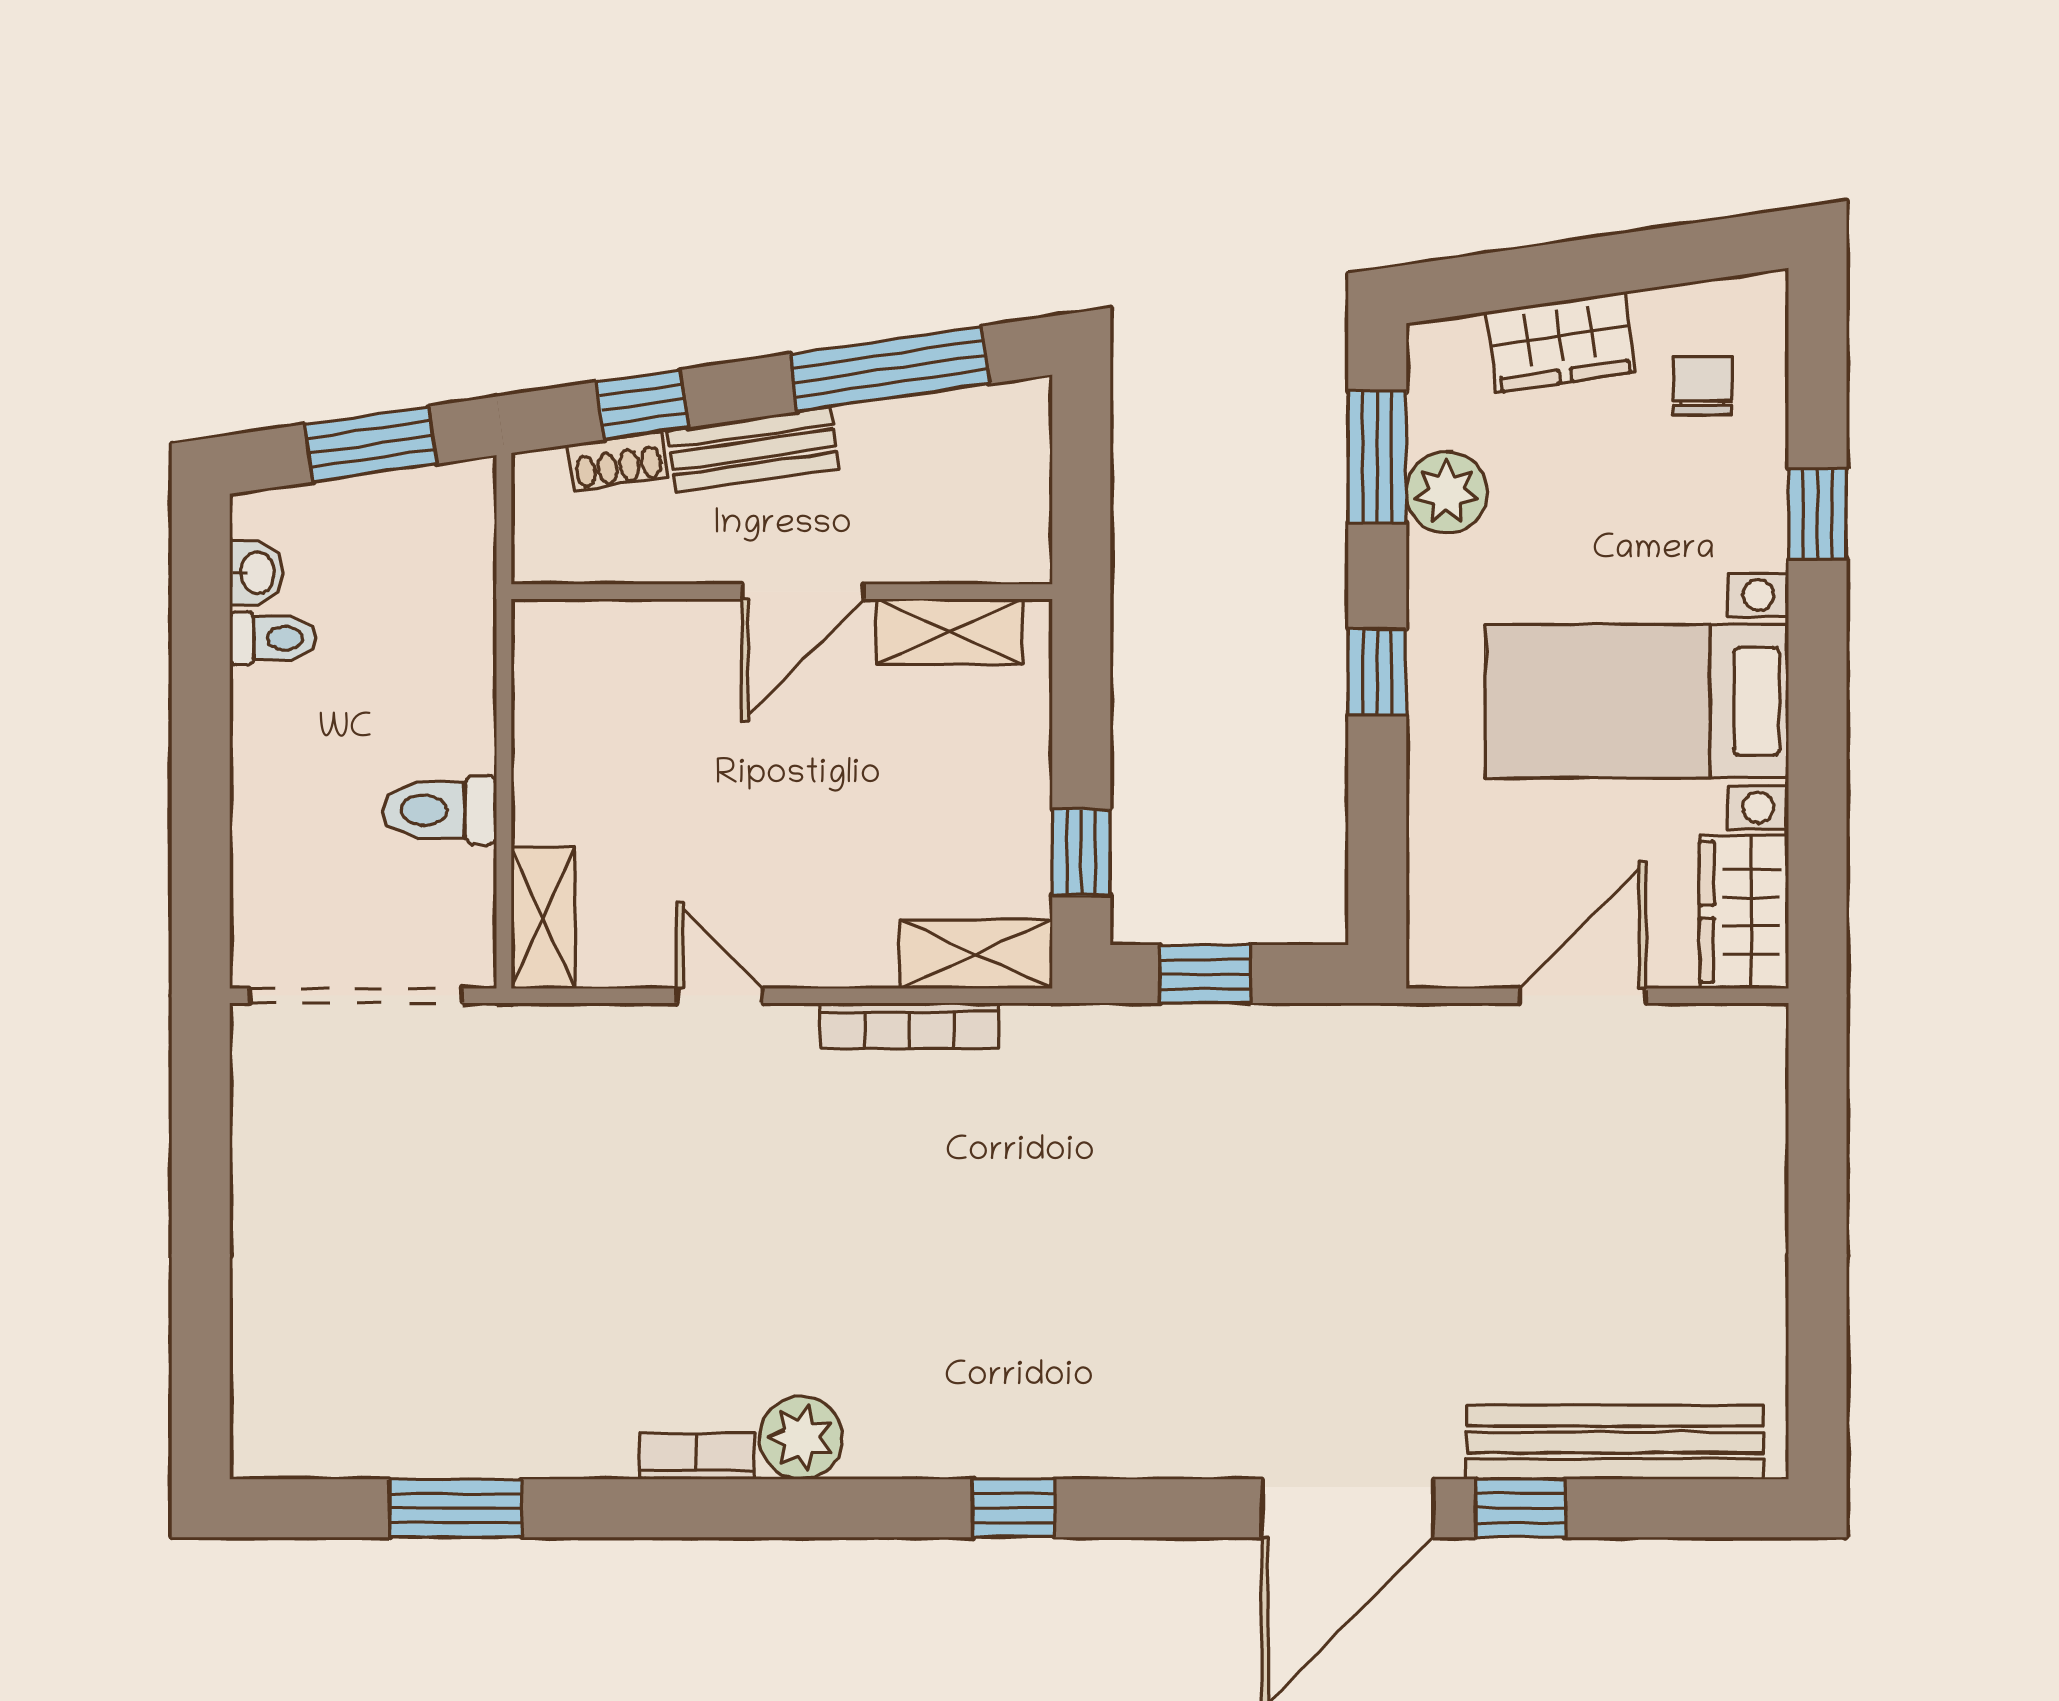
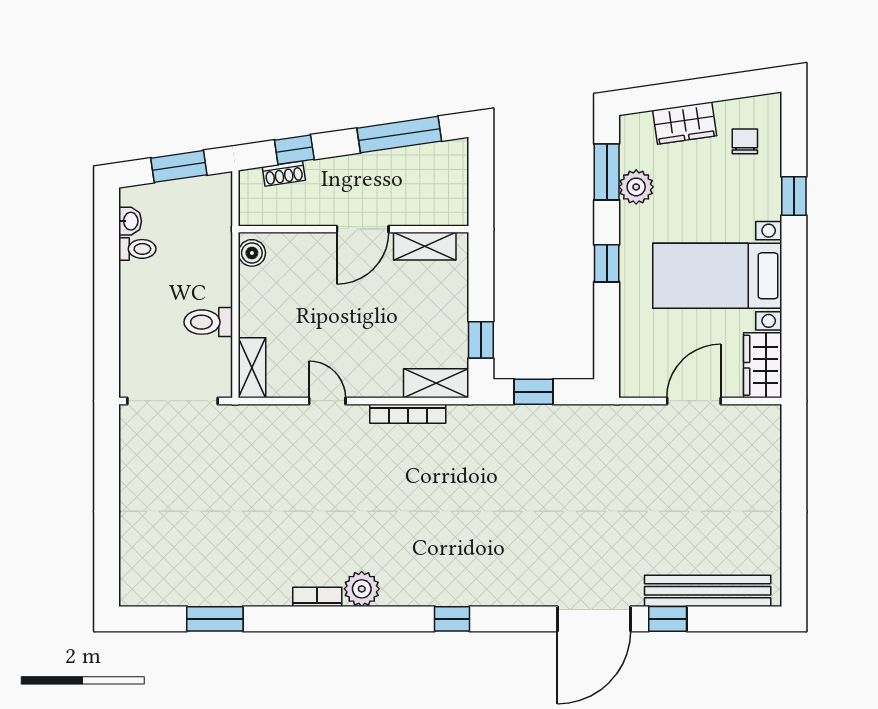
bench: (753, 450) -> (341, 169), removed
boiler: (543, 648) -> (252, 253), added

